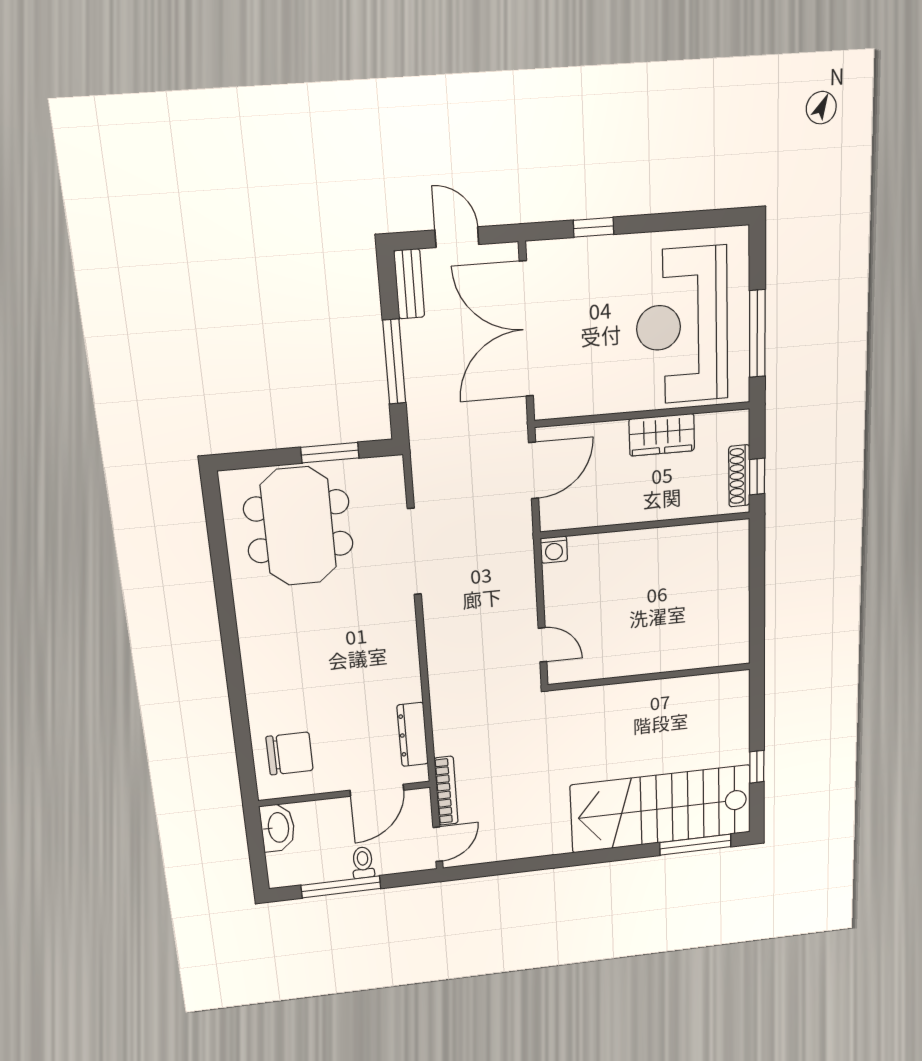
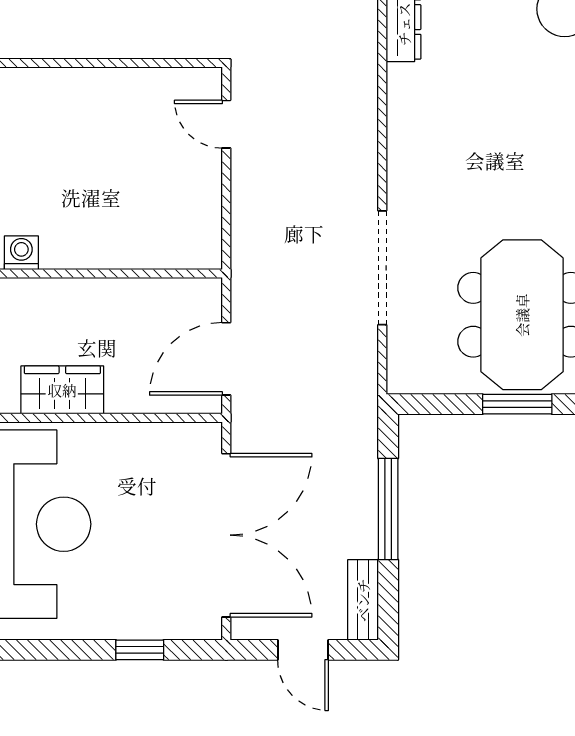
window: (330, 453) -> (517, 404), moved
washing machine: (554, 550) -> (21, 253), moved

